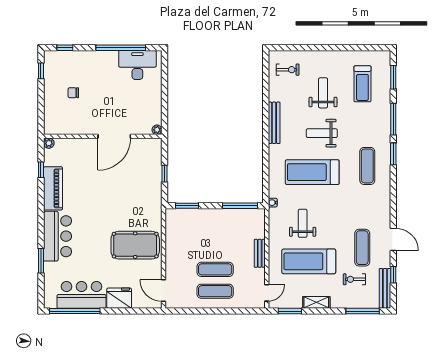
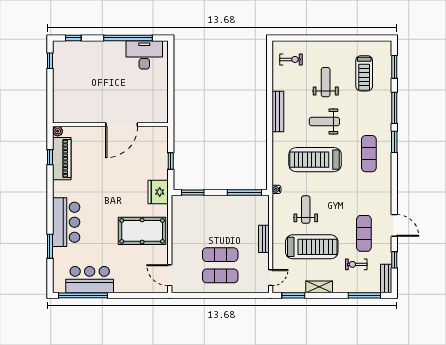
chair: (73, 93) -> (82, 82), removed
plant: (157, 130) -> (163, 118), removed
piano: (53, 188) -> (62, 159), moved
treadmill: (309, 261) -> (312, 247), turned 180
bench: (385, 288) -> (386, 278), width x0.73
fridge: (119, 298) -> (158, 192), moved, turned -90

